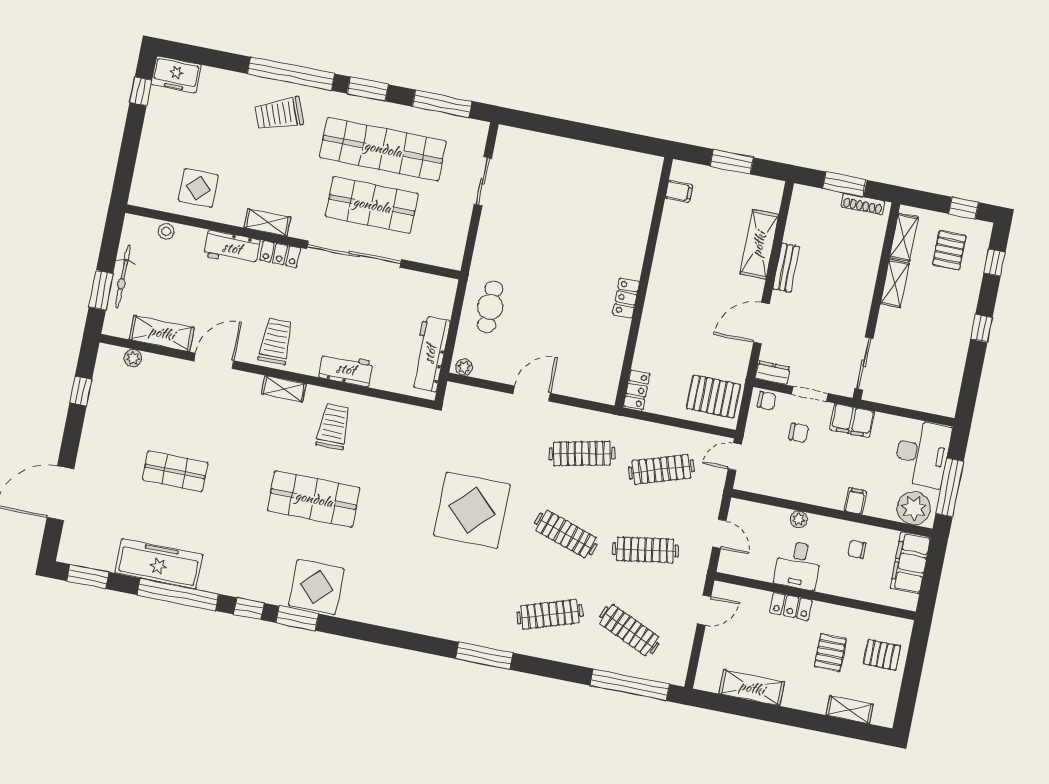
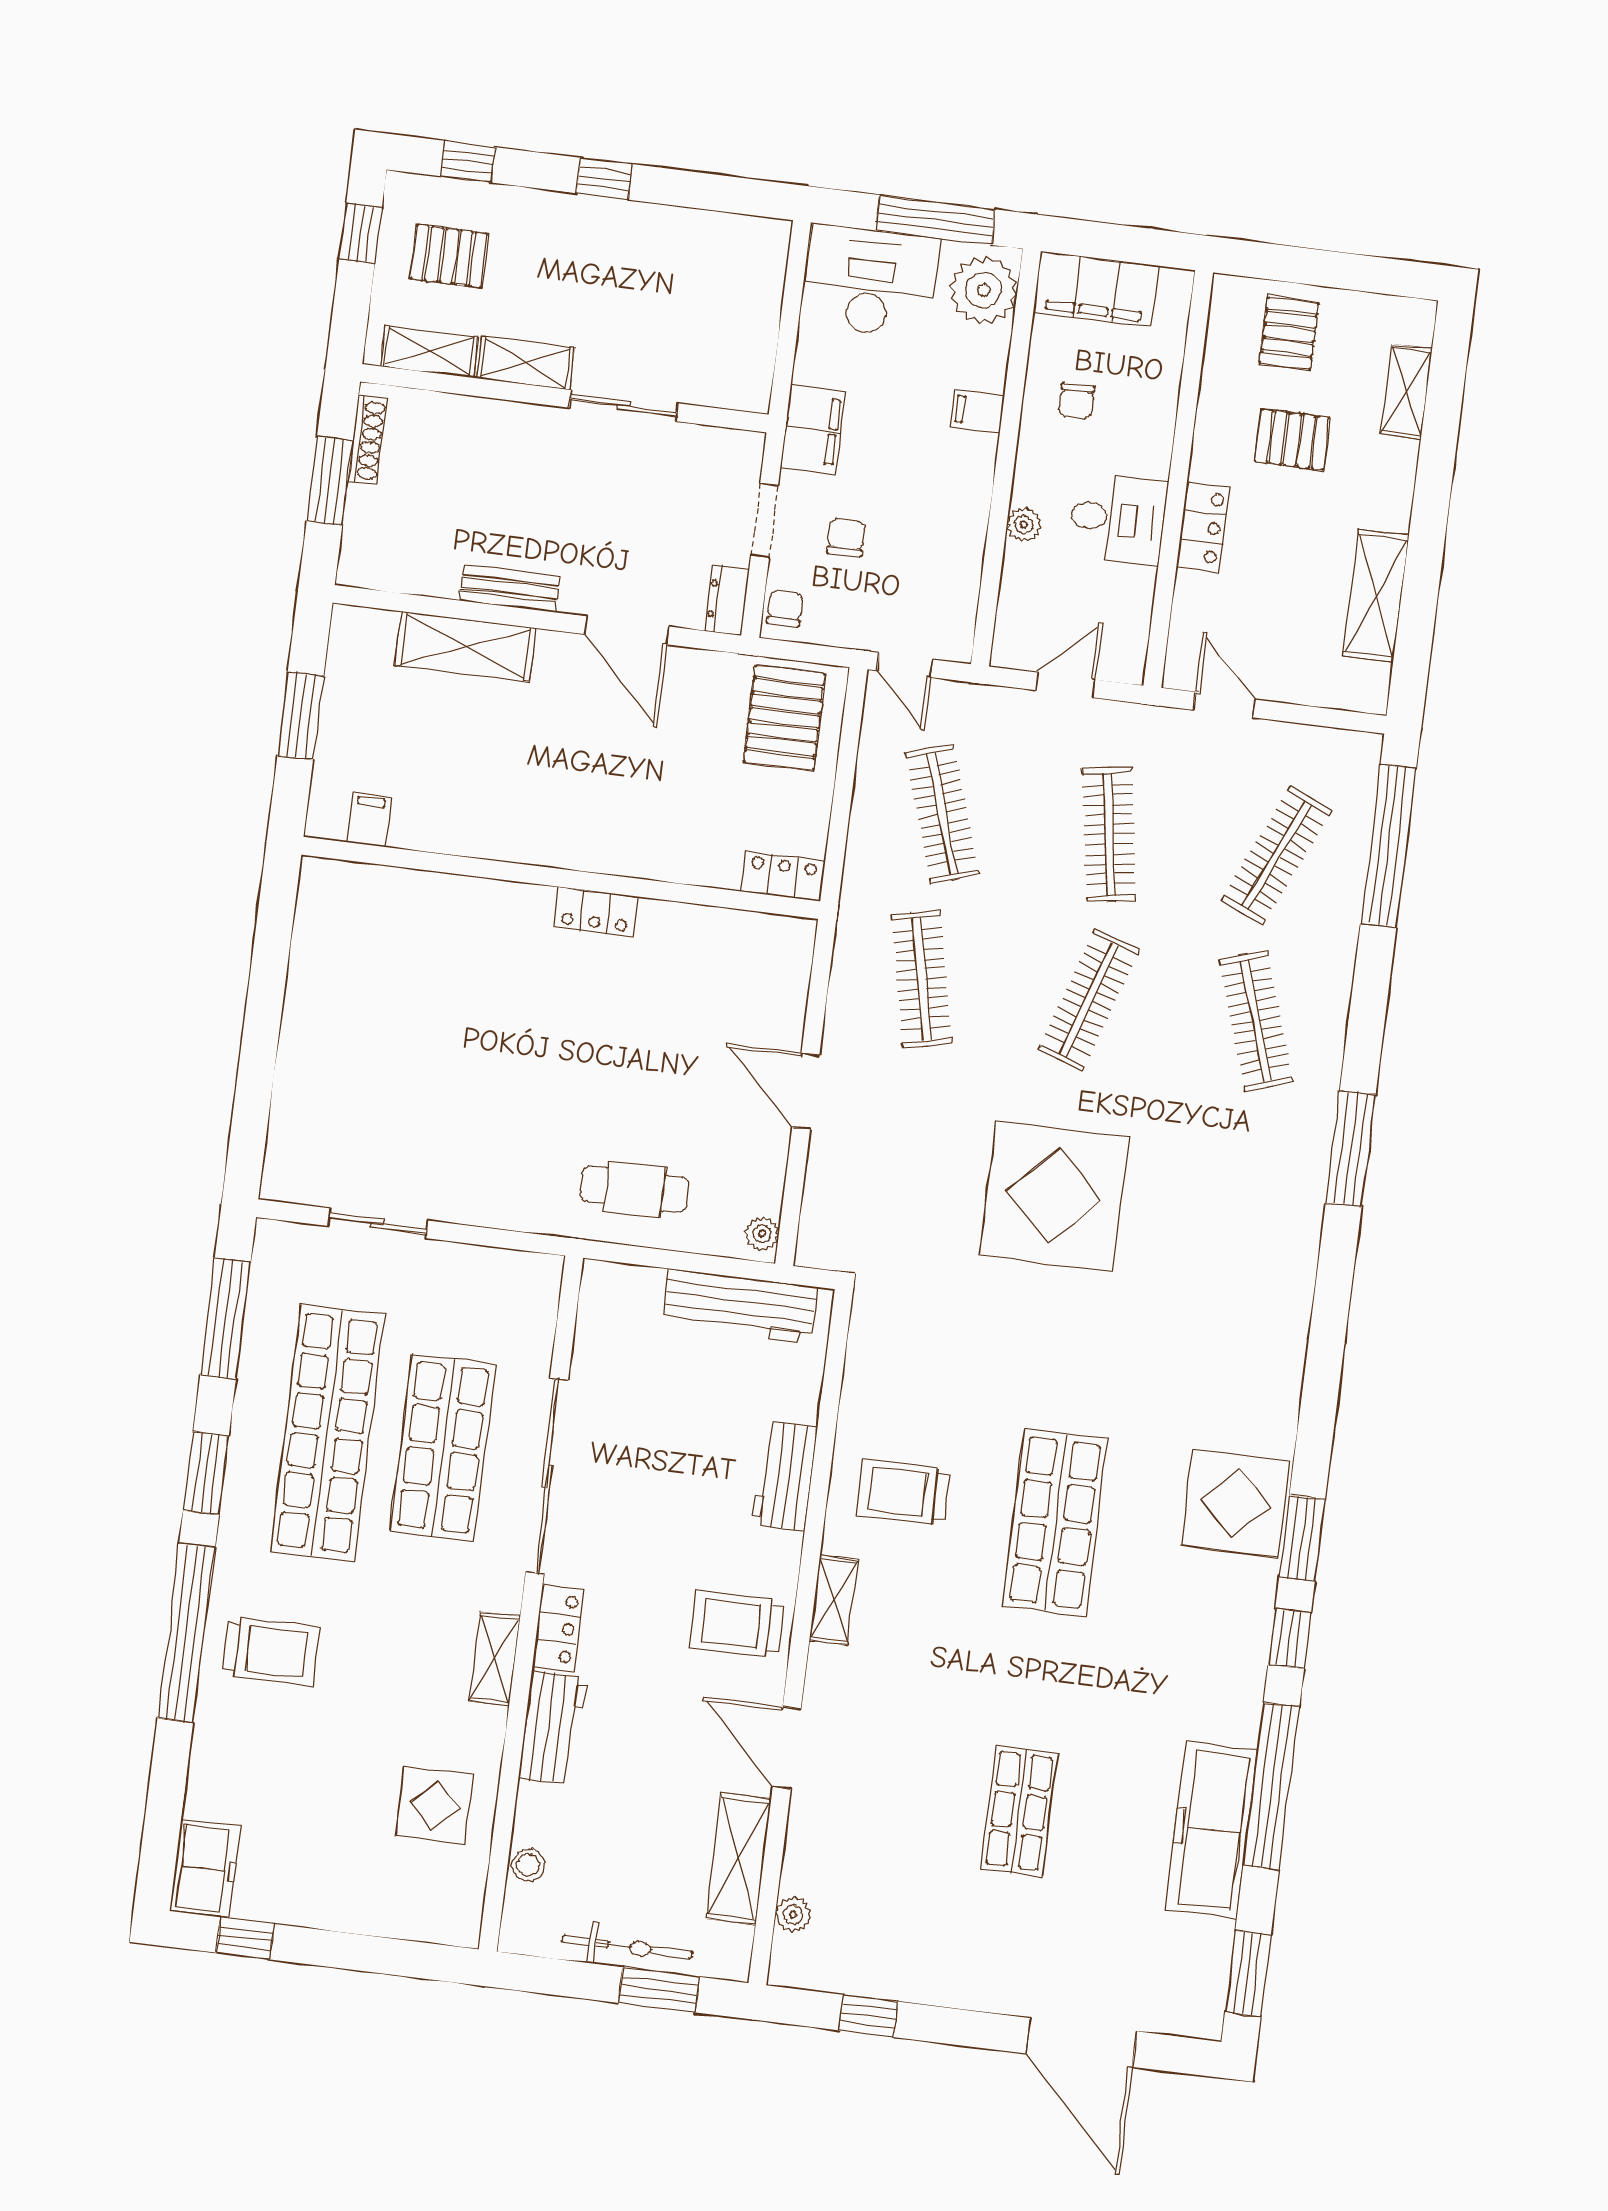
trolley: (279, 114) -> (270, 1651), turned -69
sliding door: (864, 363) -> (624, 406), moved

